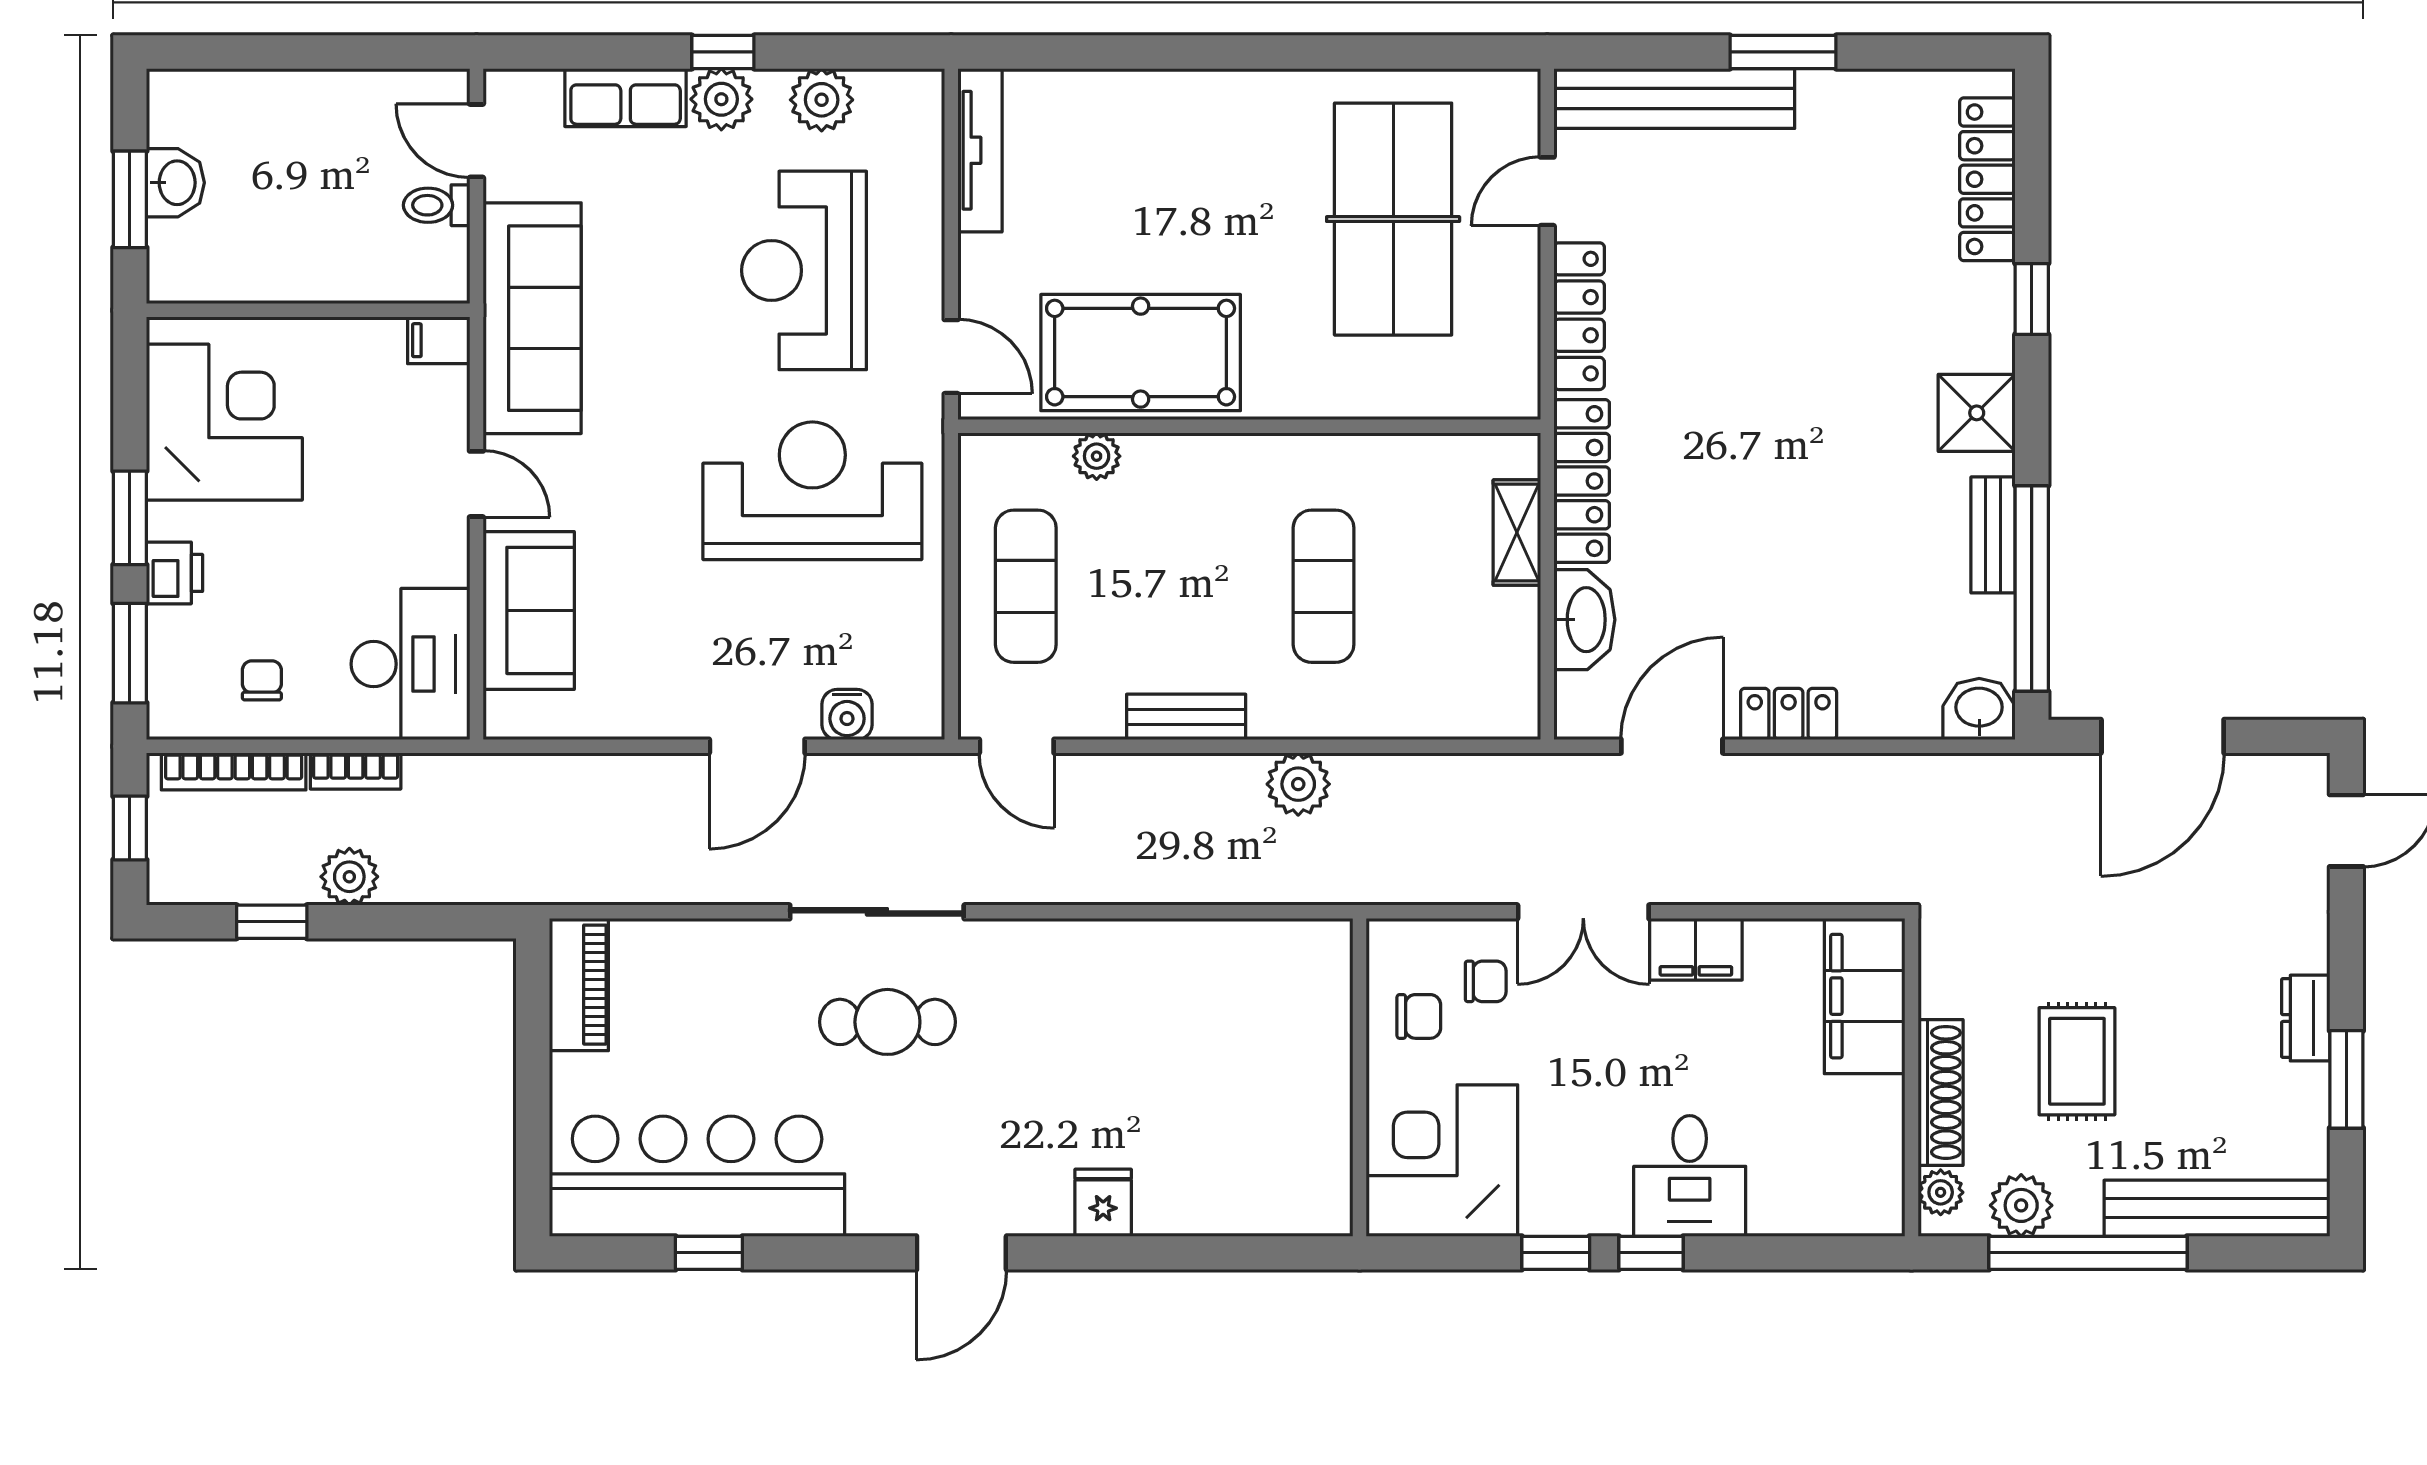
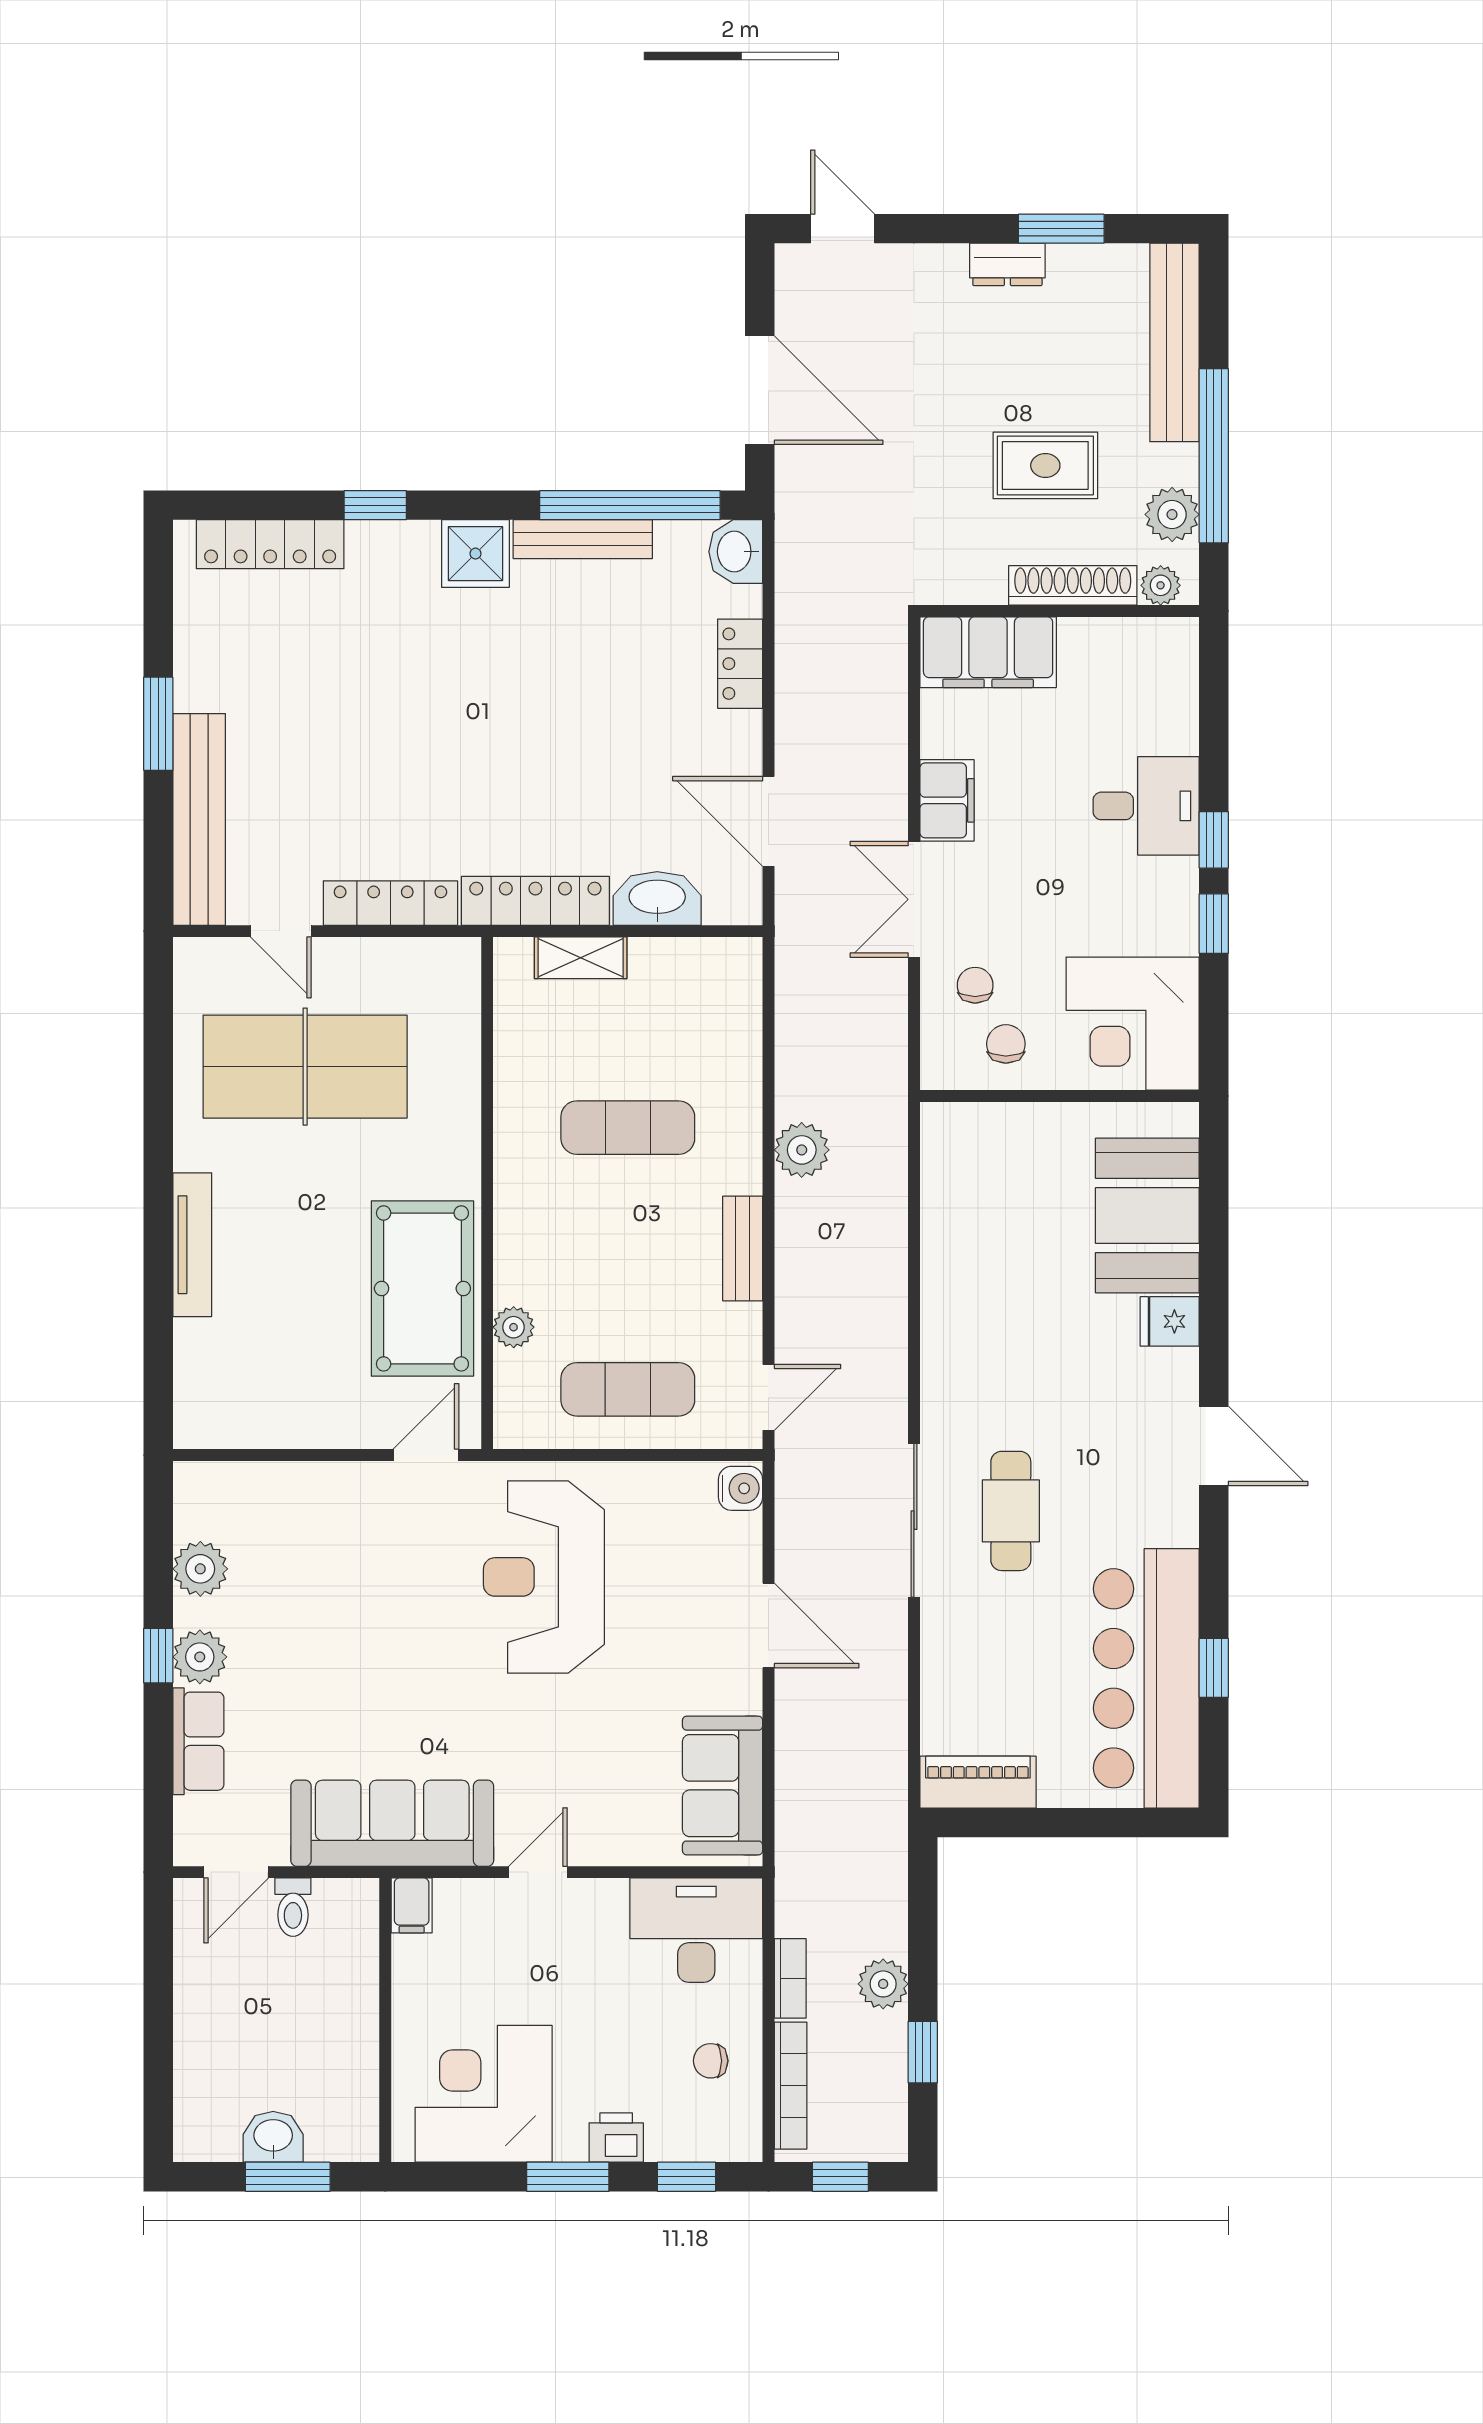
tv unit: (980, 150) -> (192, 1245), moved, turned 90
reception desk: (804, 270) -> (350, 1584), removed
bench: (1993, 535) -> (583, 539), width x1.36
sofa: (529, 610) -> (723, 1786), moved, turned -90
window: (130, 653) -> (687, 2177), width x0.67
locker: (1789, 714) -> (740, 664), moved
water cooler: (847, 715) -> (741, 1488), moved
double door: (1583, 912) -> (914, 899), swing flipped
booth: (1224, 1177) -> (1147, 1215), added

